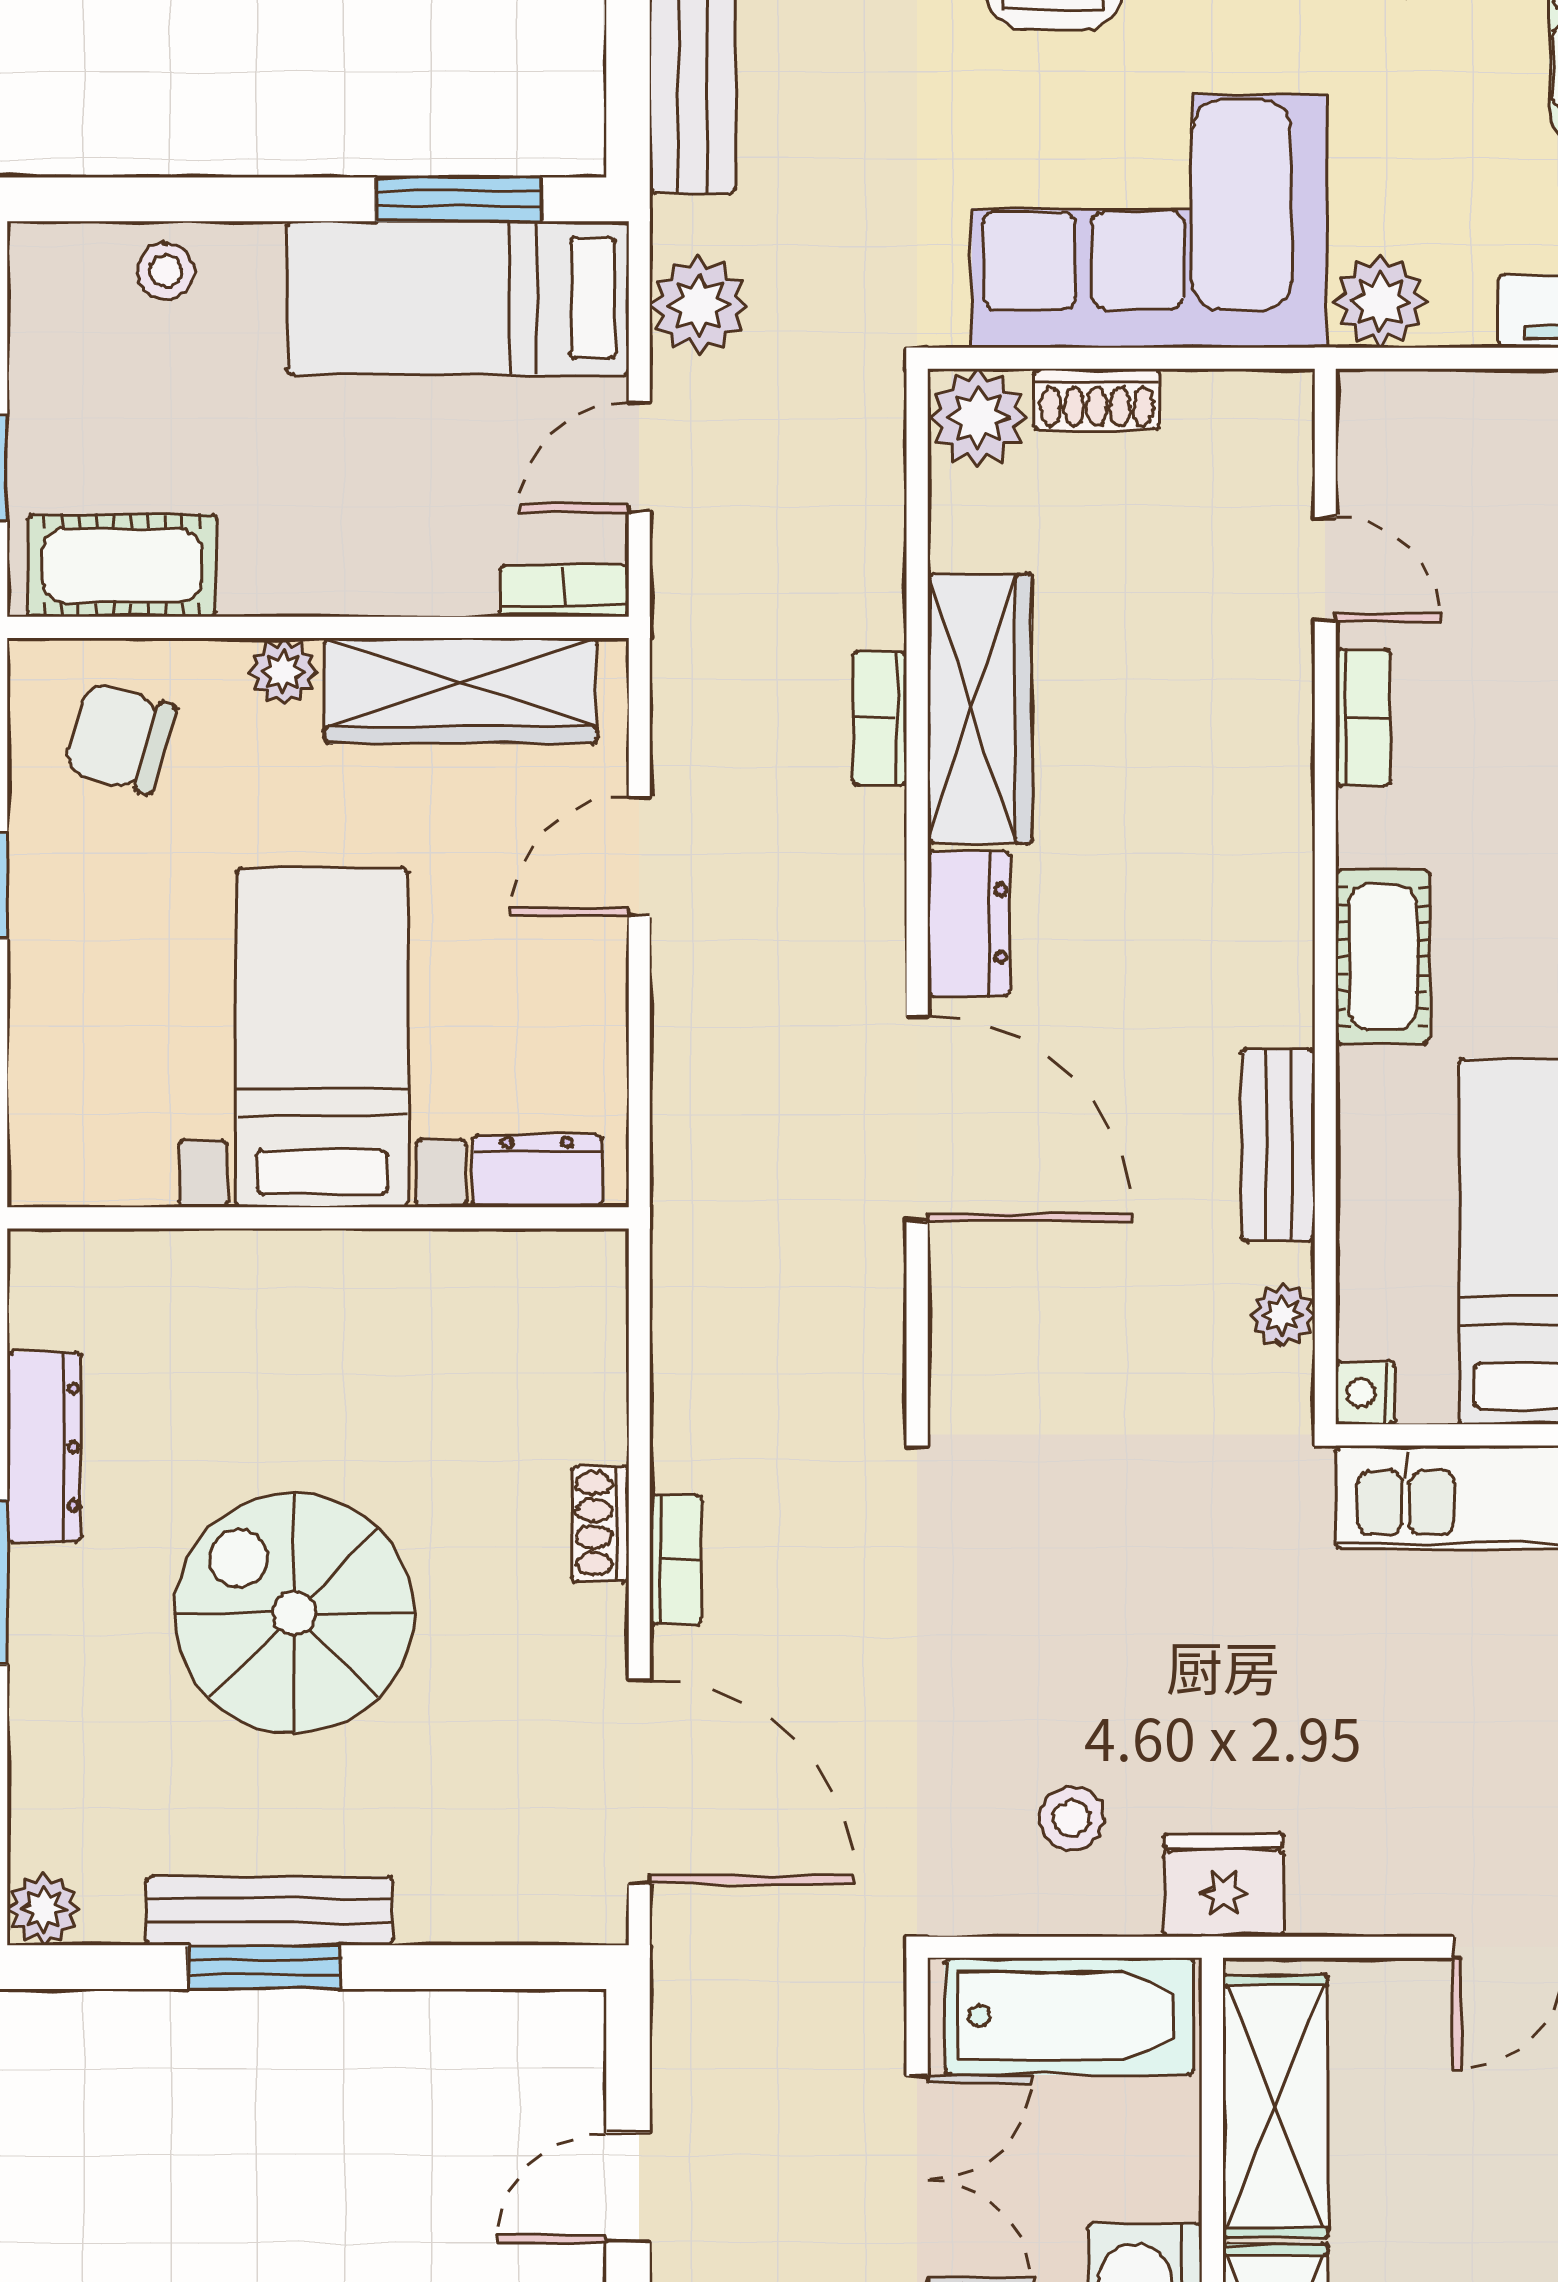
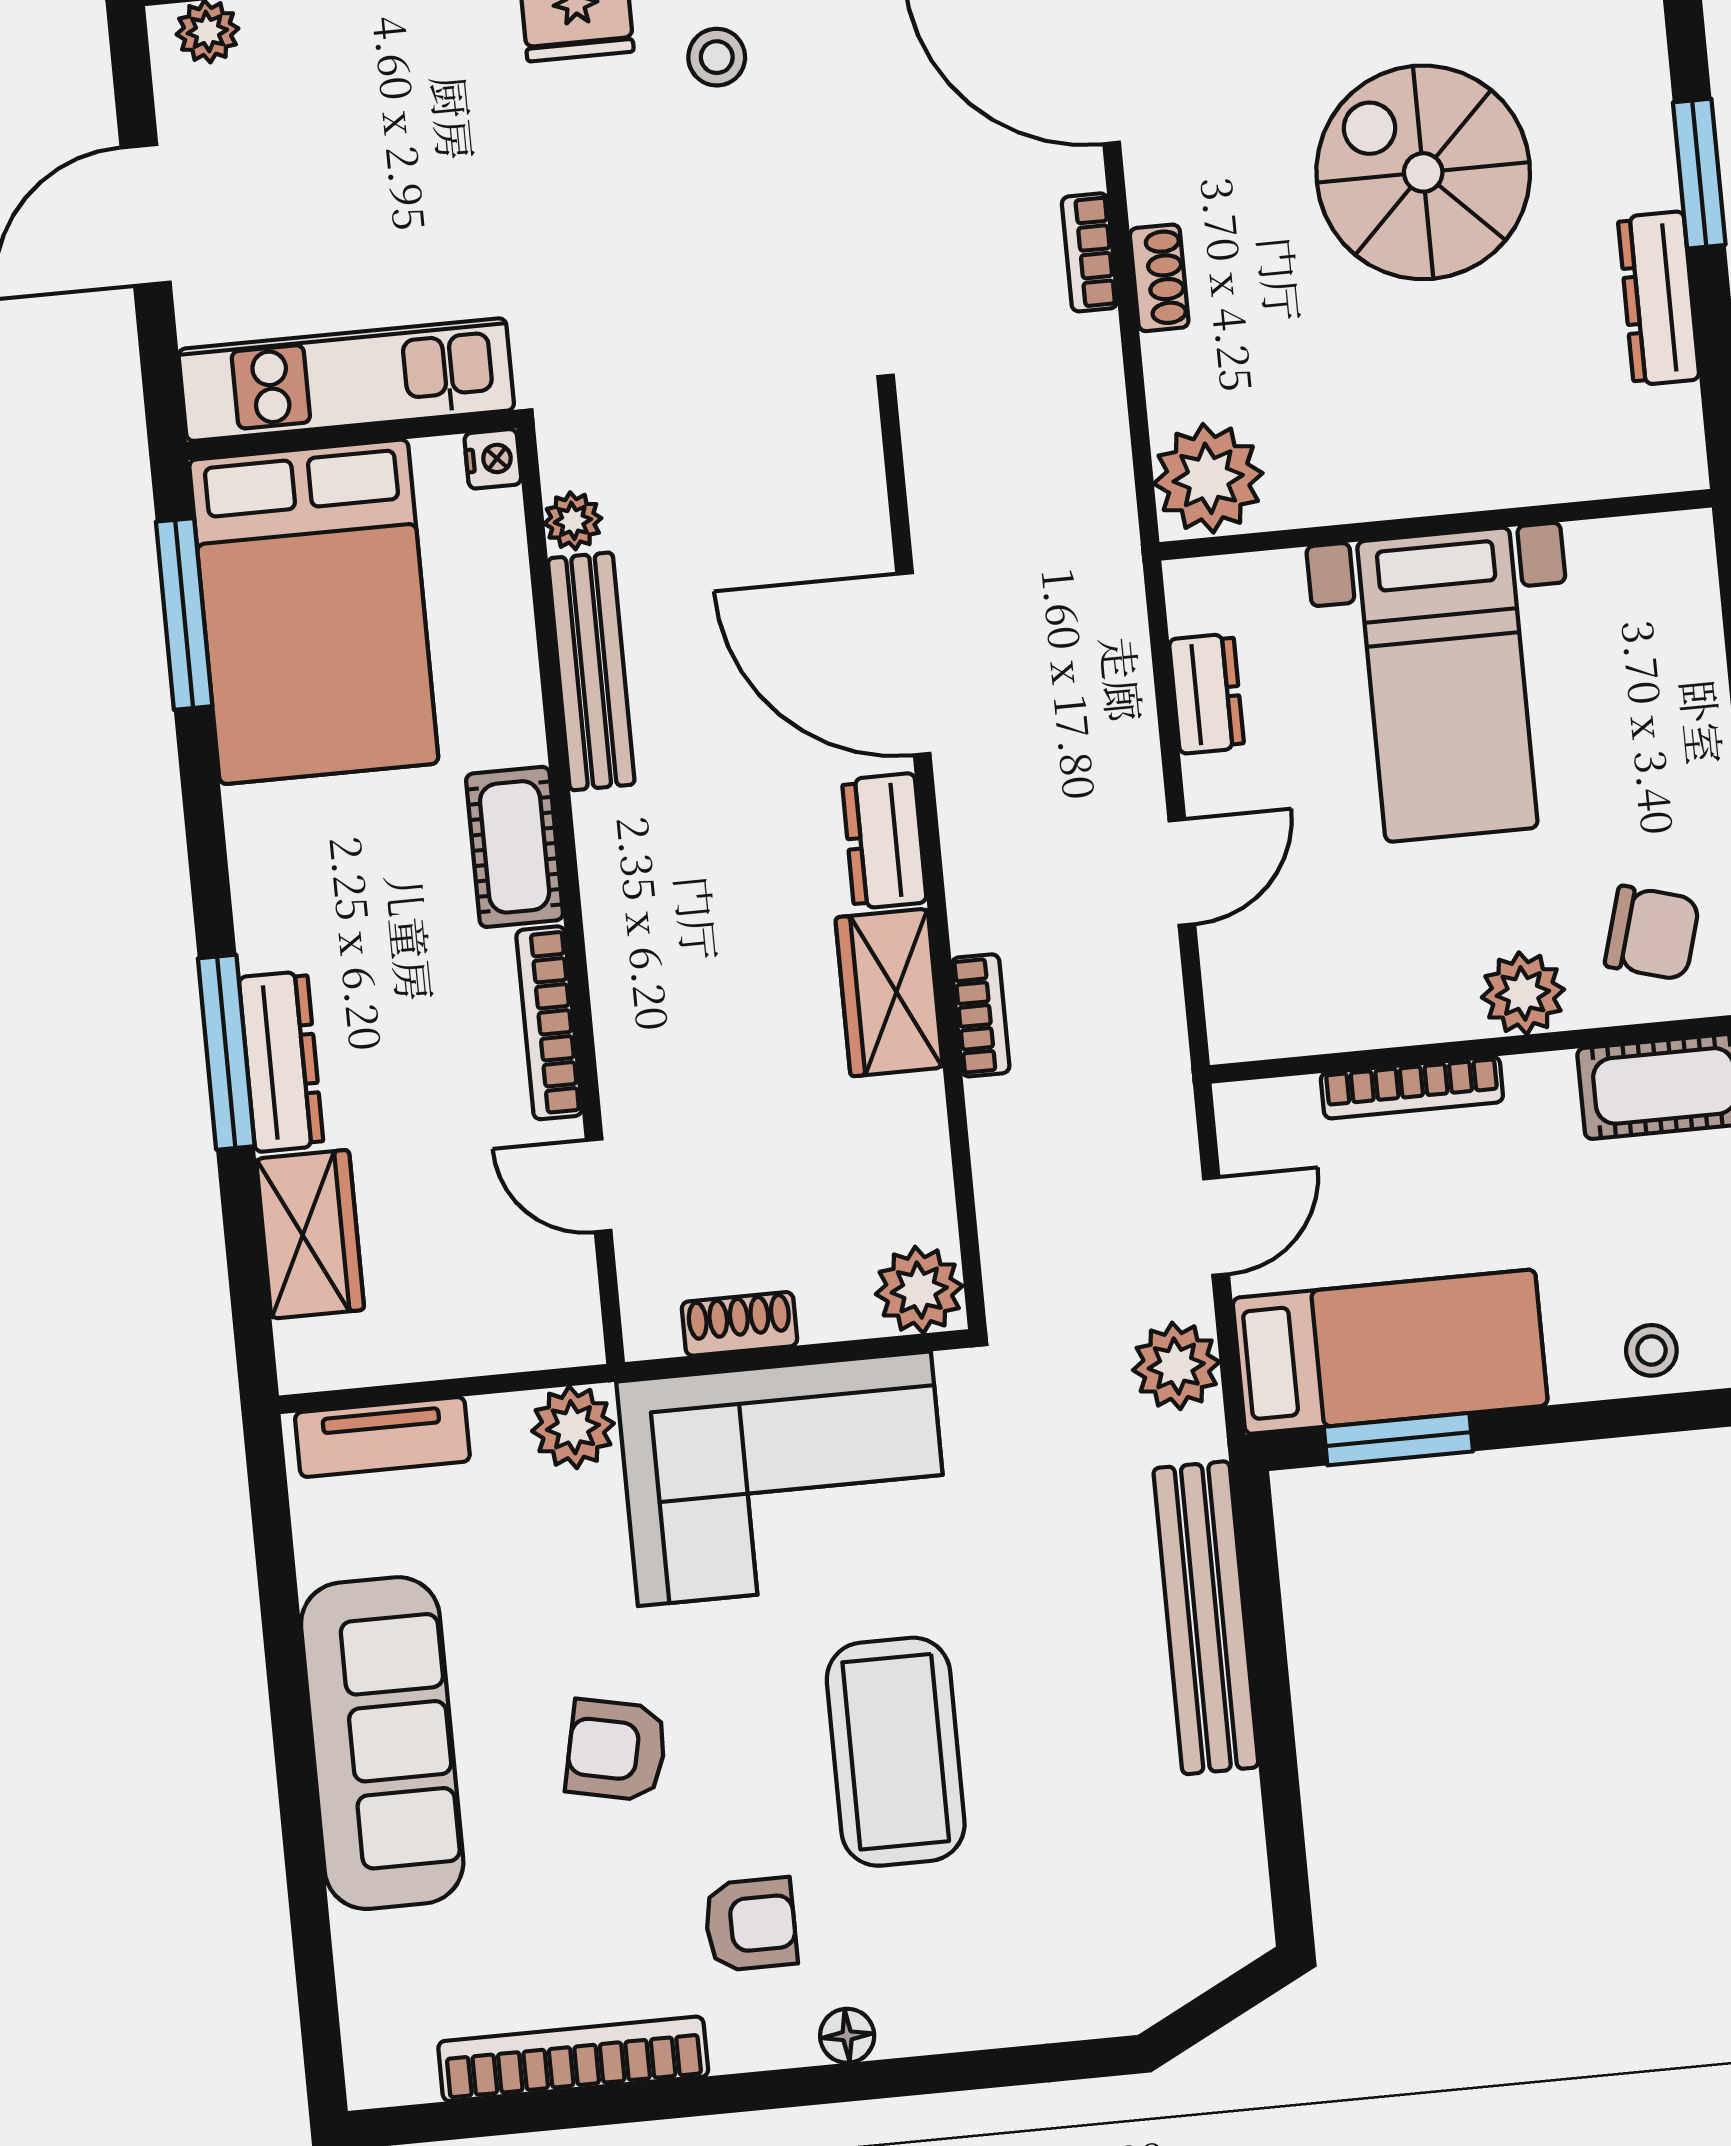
shoe rack: (1097, 399) -> (739, 1324), moved
bookcase: (564, 591) -> (1412, 1087), moved, width x1.56
plant: (284, 672) -> (1523, 993), width x1.38, depth x1.38
wardrobe: (461, 691) -> (1354, 1004), removed
wardrobe: (980, 709) -> (889, 993), width x0.67
bookcase: (1363, 718) -> (549, 1023), width x1.56
bench: (1278, 1145) -> (591, 671), width x1.36
dresser: (537, 1171) -> (1207, 694), moved, turned -90
plant: (567, 1294) -> (1208, 478), added
spiral stairs: (294, 1613) -> (1423, 172), turned 180

